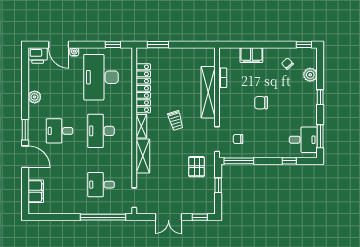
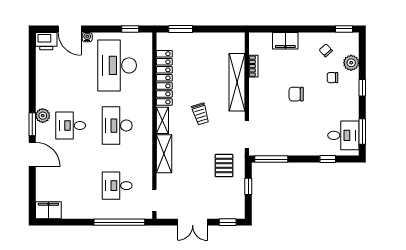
plant: (35, 97) -> (43, 116), moved
chair: (238, 139) -> (332, 78), moved
filing cabinet: (36, 191) -> (48, 210), moved, turned -90

